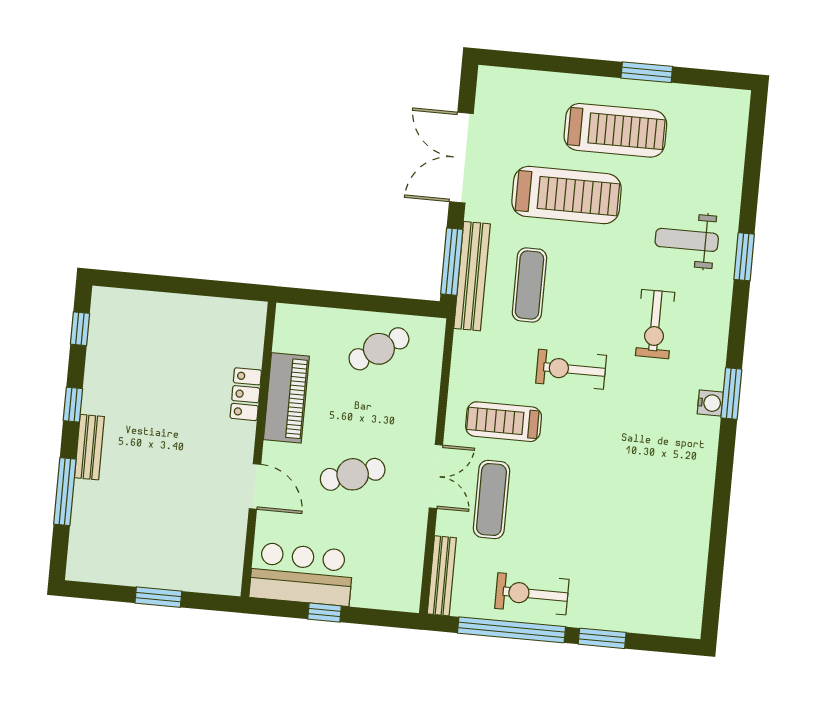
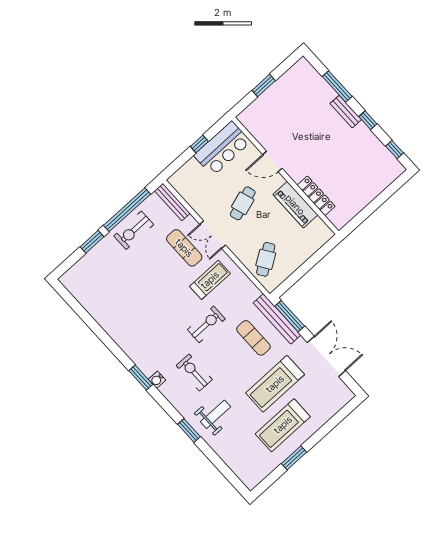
cafe table: (379, 349) -> (266, 259), moved
locker: (246, 394) -> (316, 196), width x1.53
water cooler: (710, 403) -> (157, 380), moved
exercise bike: (532, 594) -> (134, 230), turned 180

